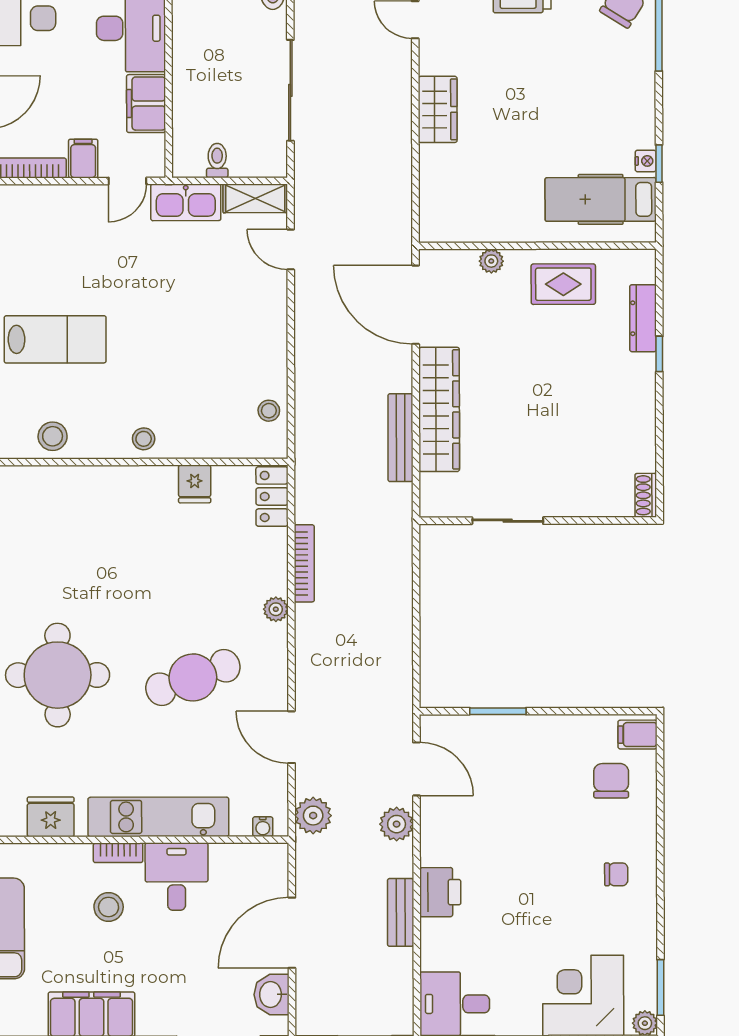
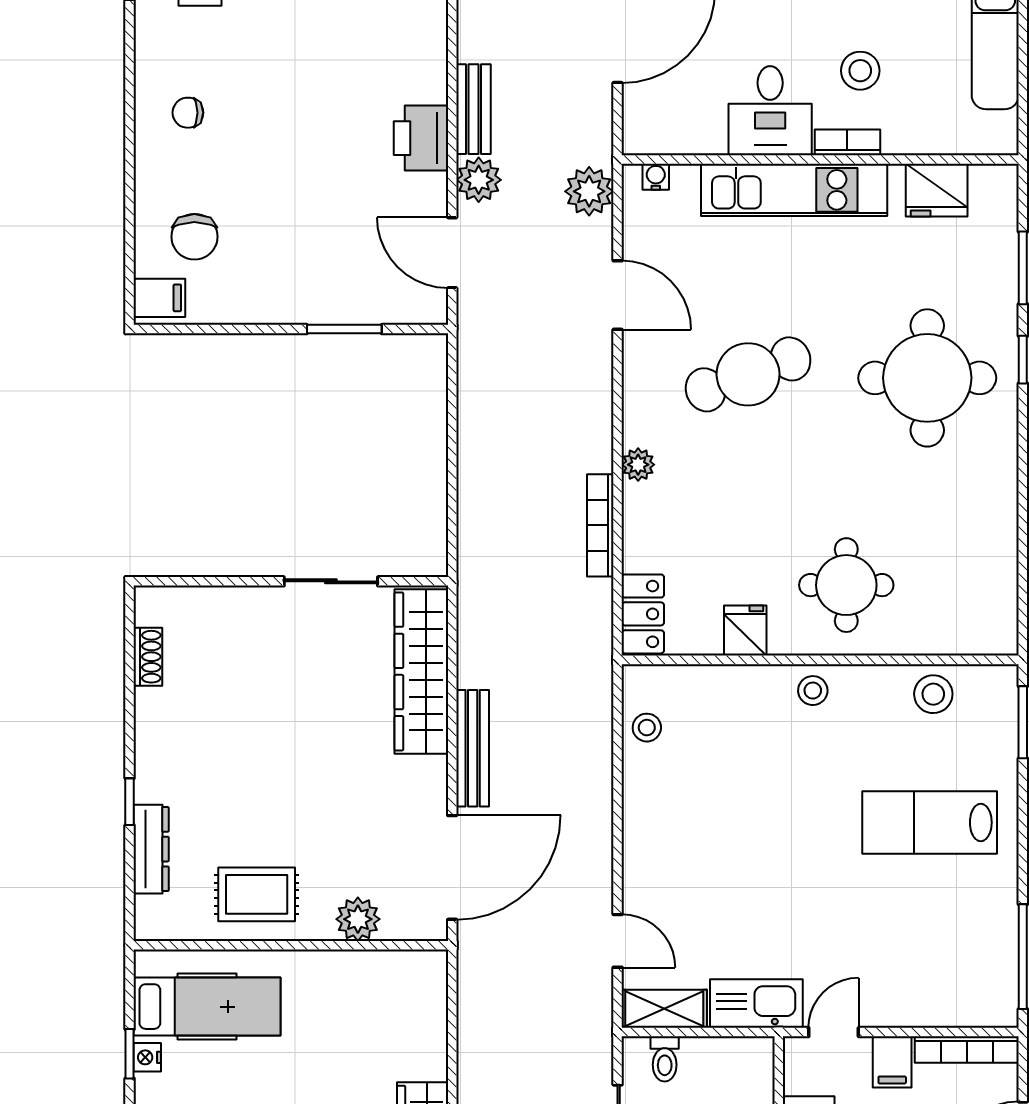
toilet: (217, 160) -> (665, 1059), moved
plant: (491, 261) -> (358, 919), width x1.38, depth x1.38
door: (416, 305) -> (452, 867), hinge flipped
wardrobe: (439, 409) -> (421, 671), moved
bench: (400, 438) -> (473, 748), moved
shoe rack: (646, 495) -> (148, 657), moved
round table: (118, 519) -> (846, 585), added
printer: (440, 892) -> (421, 138), moved
bench: (401, 912) -> (473, 109), moved

